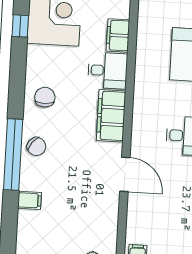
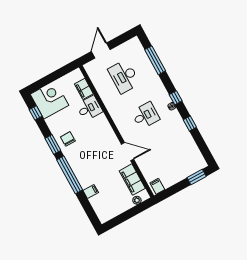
window: (17, 91) -> (53, 144), added
filing cabinet: (111, 116) -> (132, 180), moved
chair: (36, 146) -> (78, 164), removed

